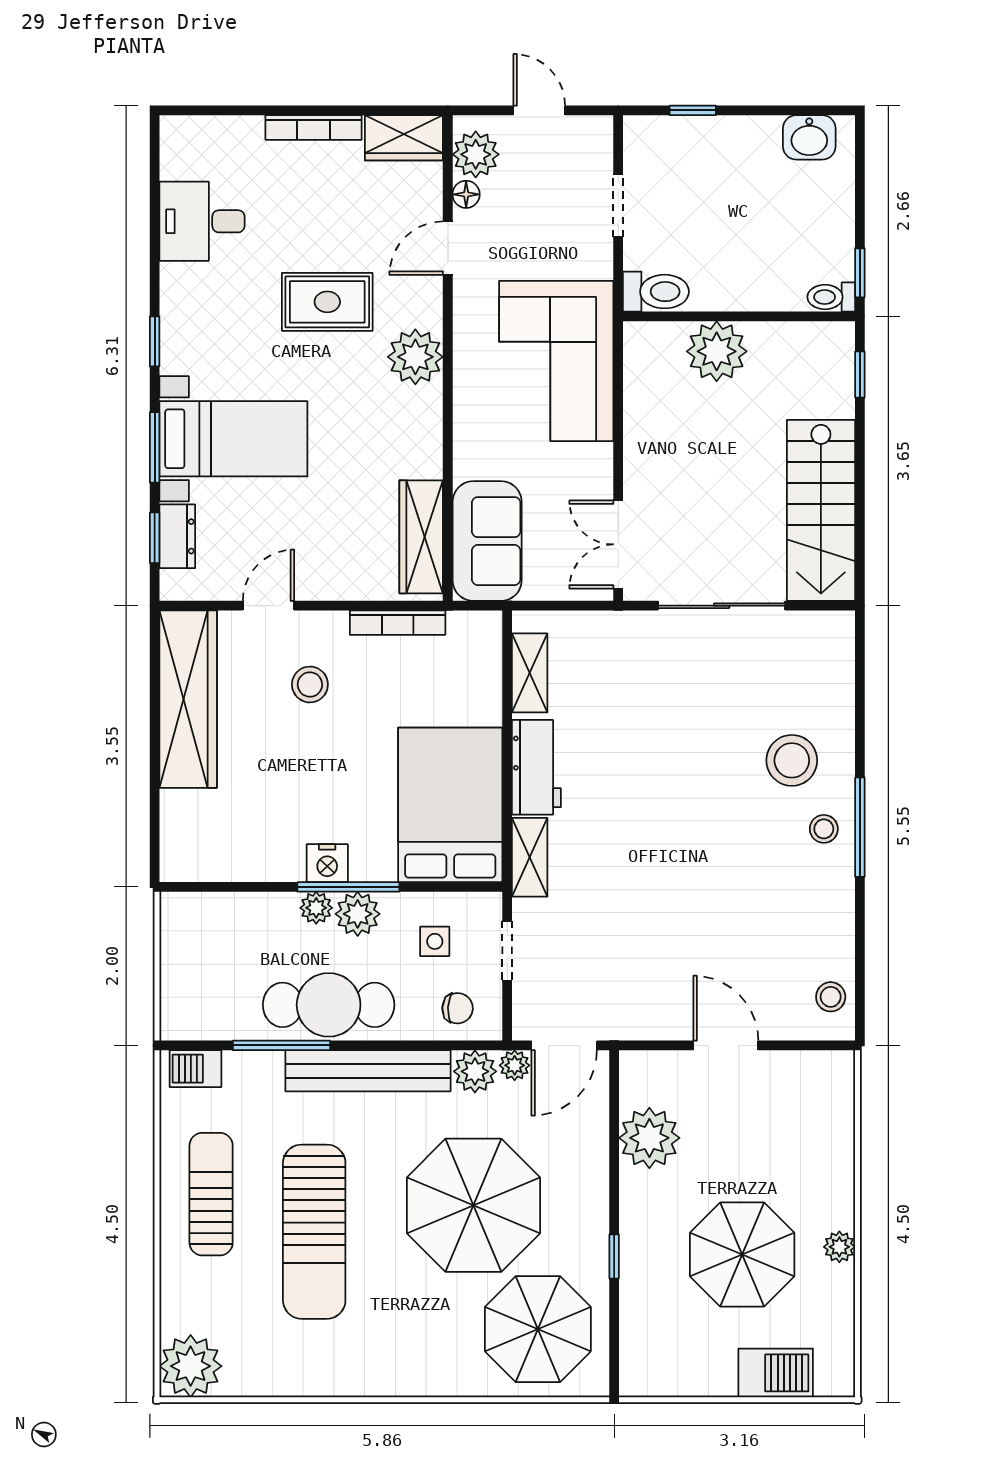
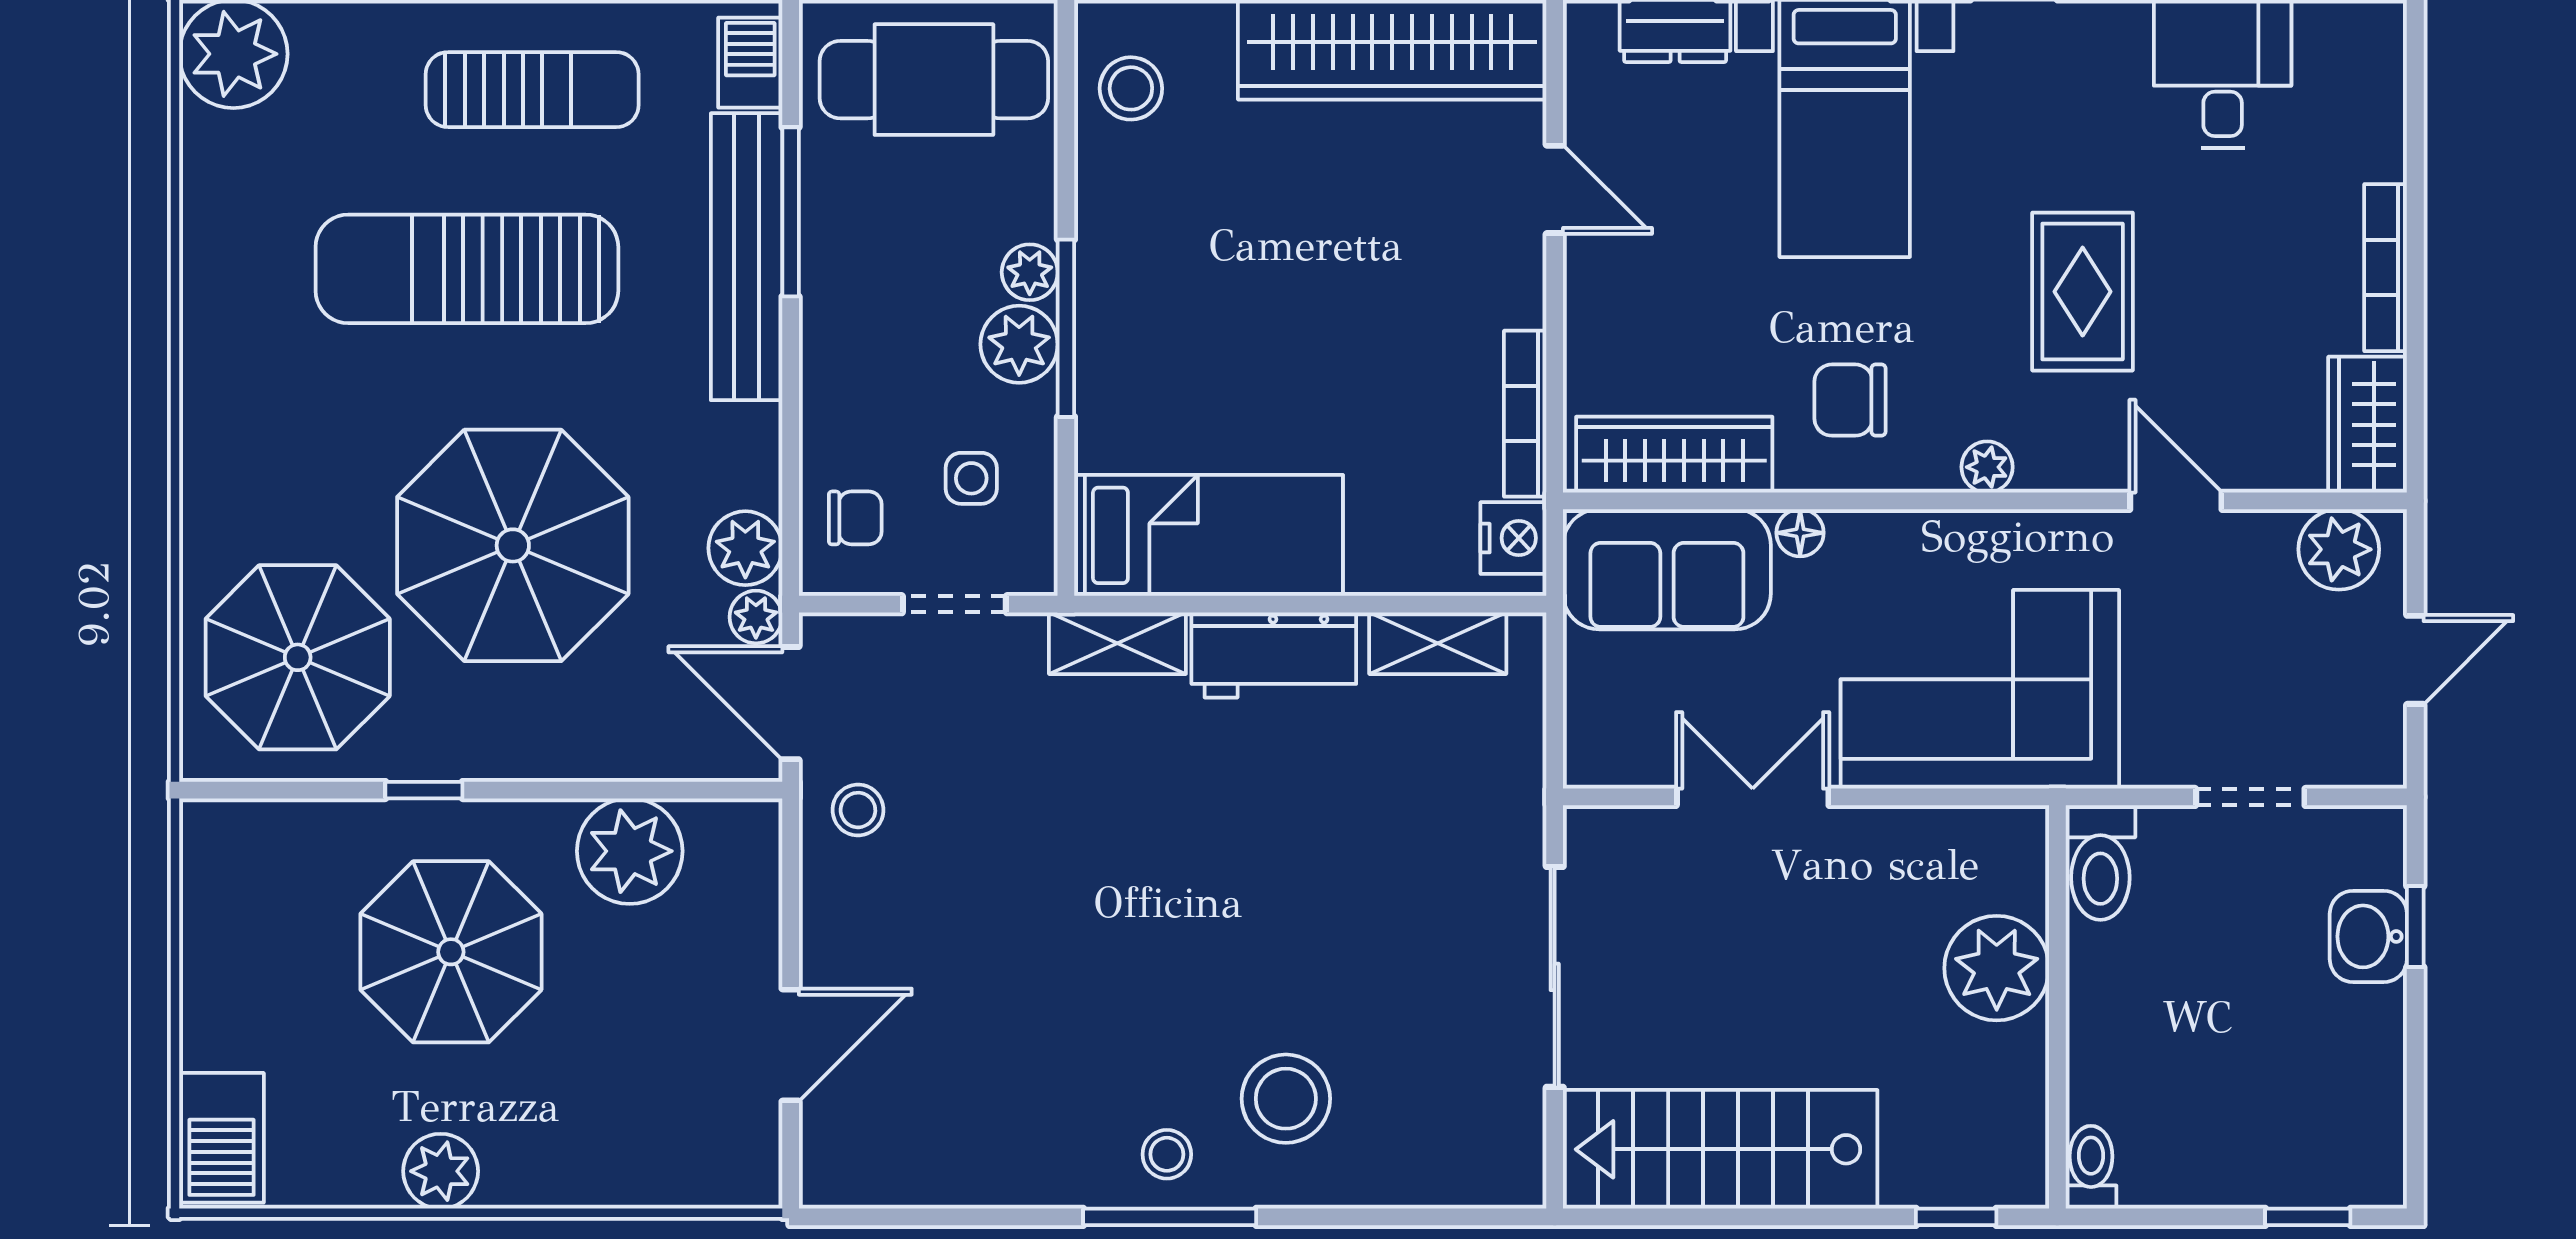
washbasin: (809, 137) -> (2368, 936), moved
floor lamp: (466, 194) -> (1800, 533), moved
window: (860, 273) -> (2308, 1217), moved
plant: (415, 357) -> (1987, 467), width x0.53, depth x0.53
chair: (390, 436) -> (1850, 400), added
double door: (618, 544) -> (1753, 797), moved
stool: (310, 684) -> (1131, 88), moved
bed: (450, 805) -> (1209, 535), width x0.67
nightstand: (327, 863) -> (1513, 538), moved, turned 180
stool: (831, 997) -> (858, 810), moved
cafe table: (329, 1005) -> (934, 80), moved, turned 90
chair: (458, 1008) -> (855, 518), turned -93
door: (726, 1045) -> (791, 1045), moved
bench: (368, 1071) -> (747, 257), moved
plant: (839, 1247) -> (441, 1171), width x1.38, depth x1.38
parasol: (742, 1255) -> (451, 952), moved
barbecue: (776, 1373) -> (222, 1138), moved

